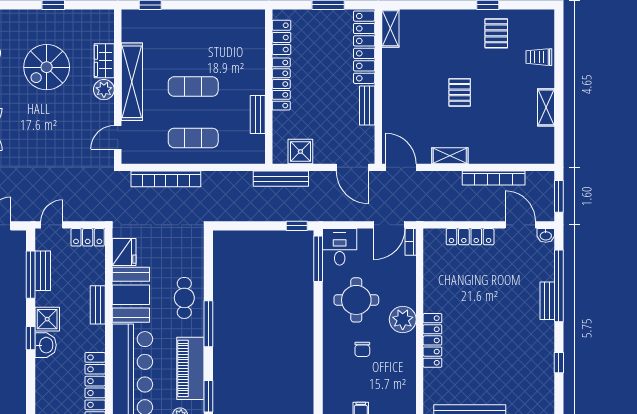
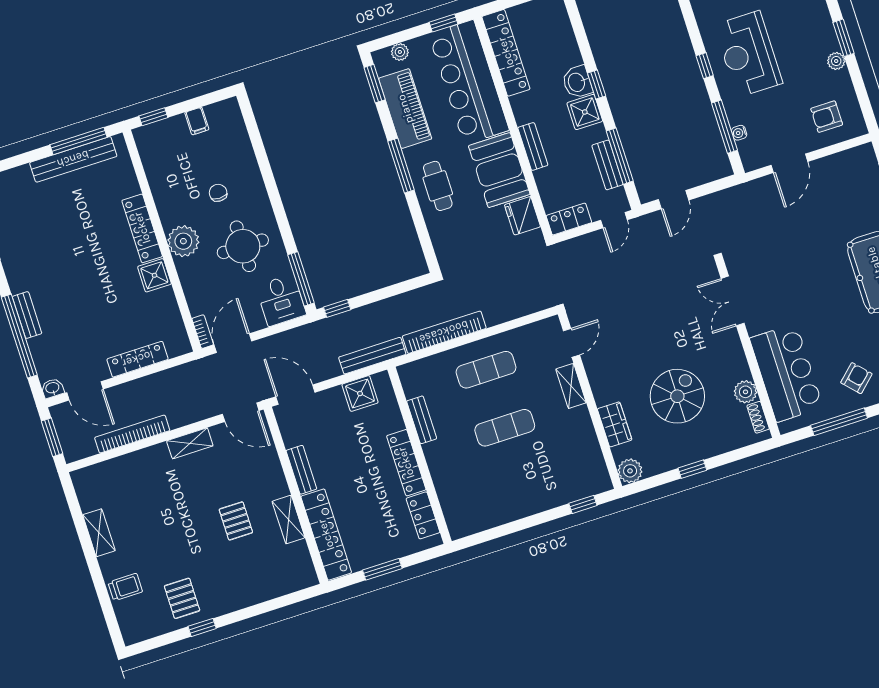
shelving: (390, 28) -> (289, 520), moved
shelving: (132, 82) -> (571, 386), width x0.45, depth x0.75
plant: (104, 90) -> (630, 471), moved
pallet: (460, 92) -> (236, 521), moved
bookcase: (166, 179) -> (444, 332), moved
shower: (435, 300) -> (154, 275), added

